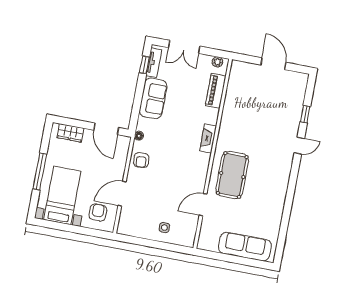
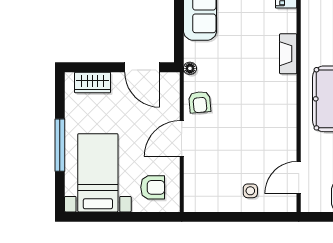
door: (122, 194) -> (182, 138), moved
door: (203, 205) -> (299, 178), moved
armchair: (98, 213) -> (153, 187), turned 90

